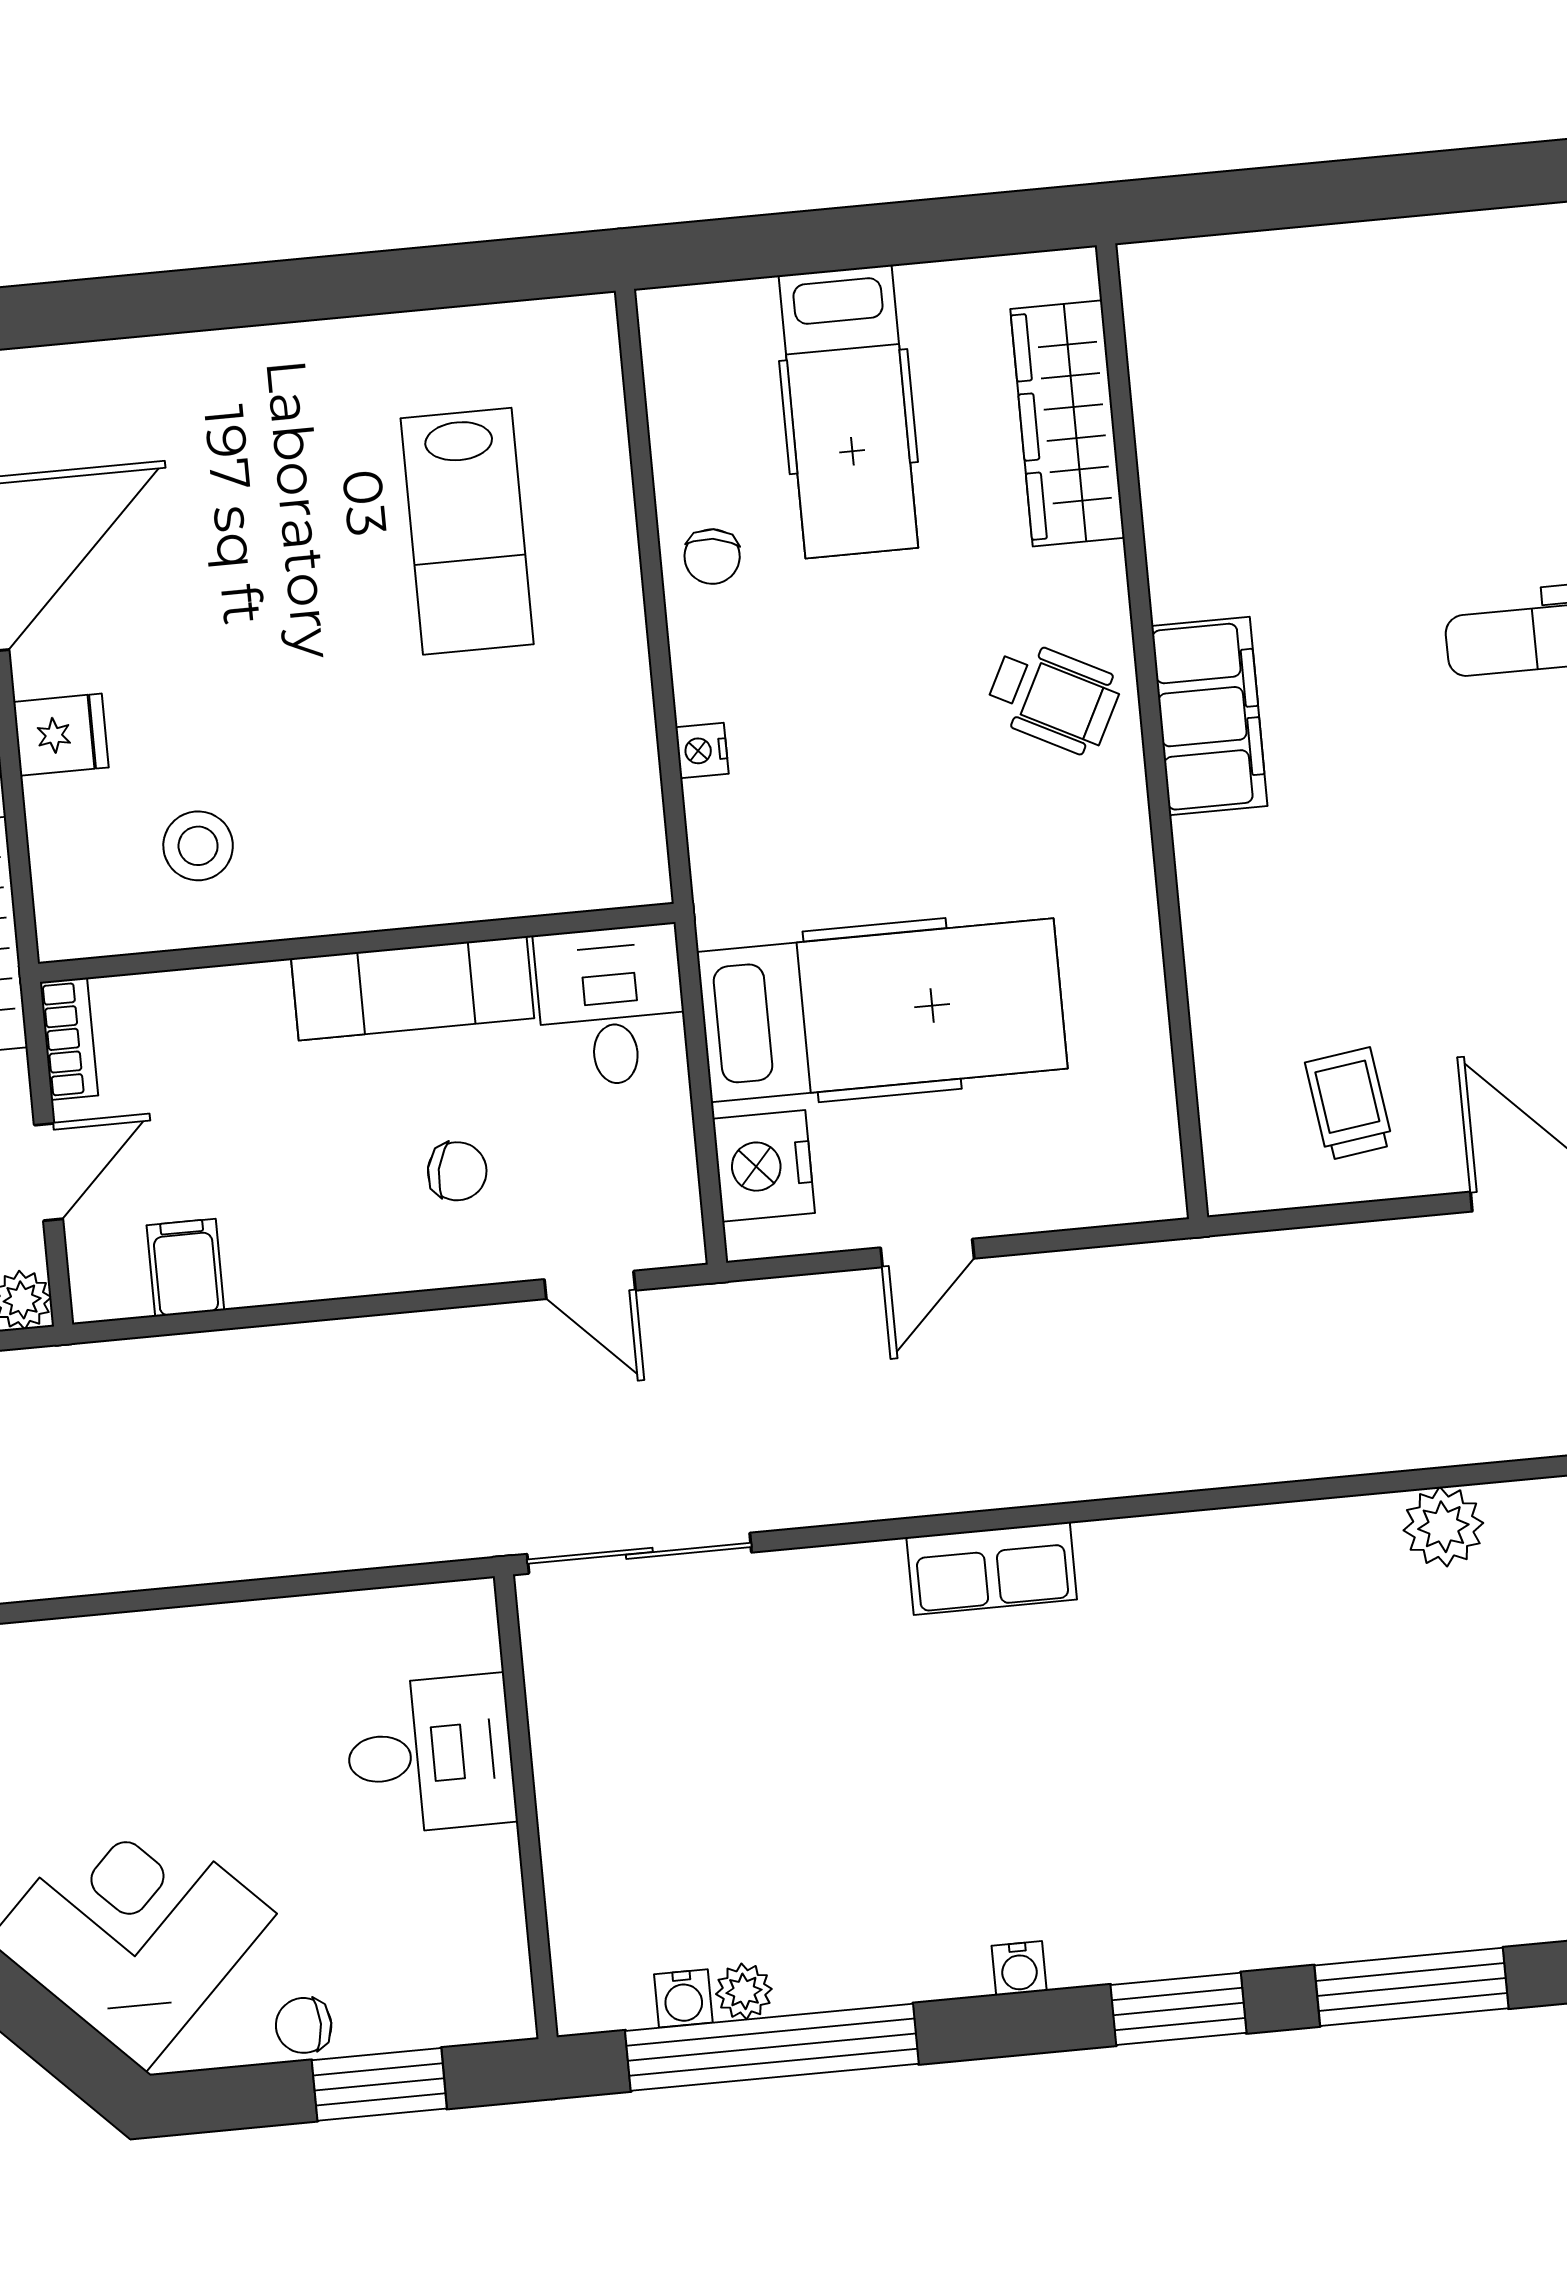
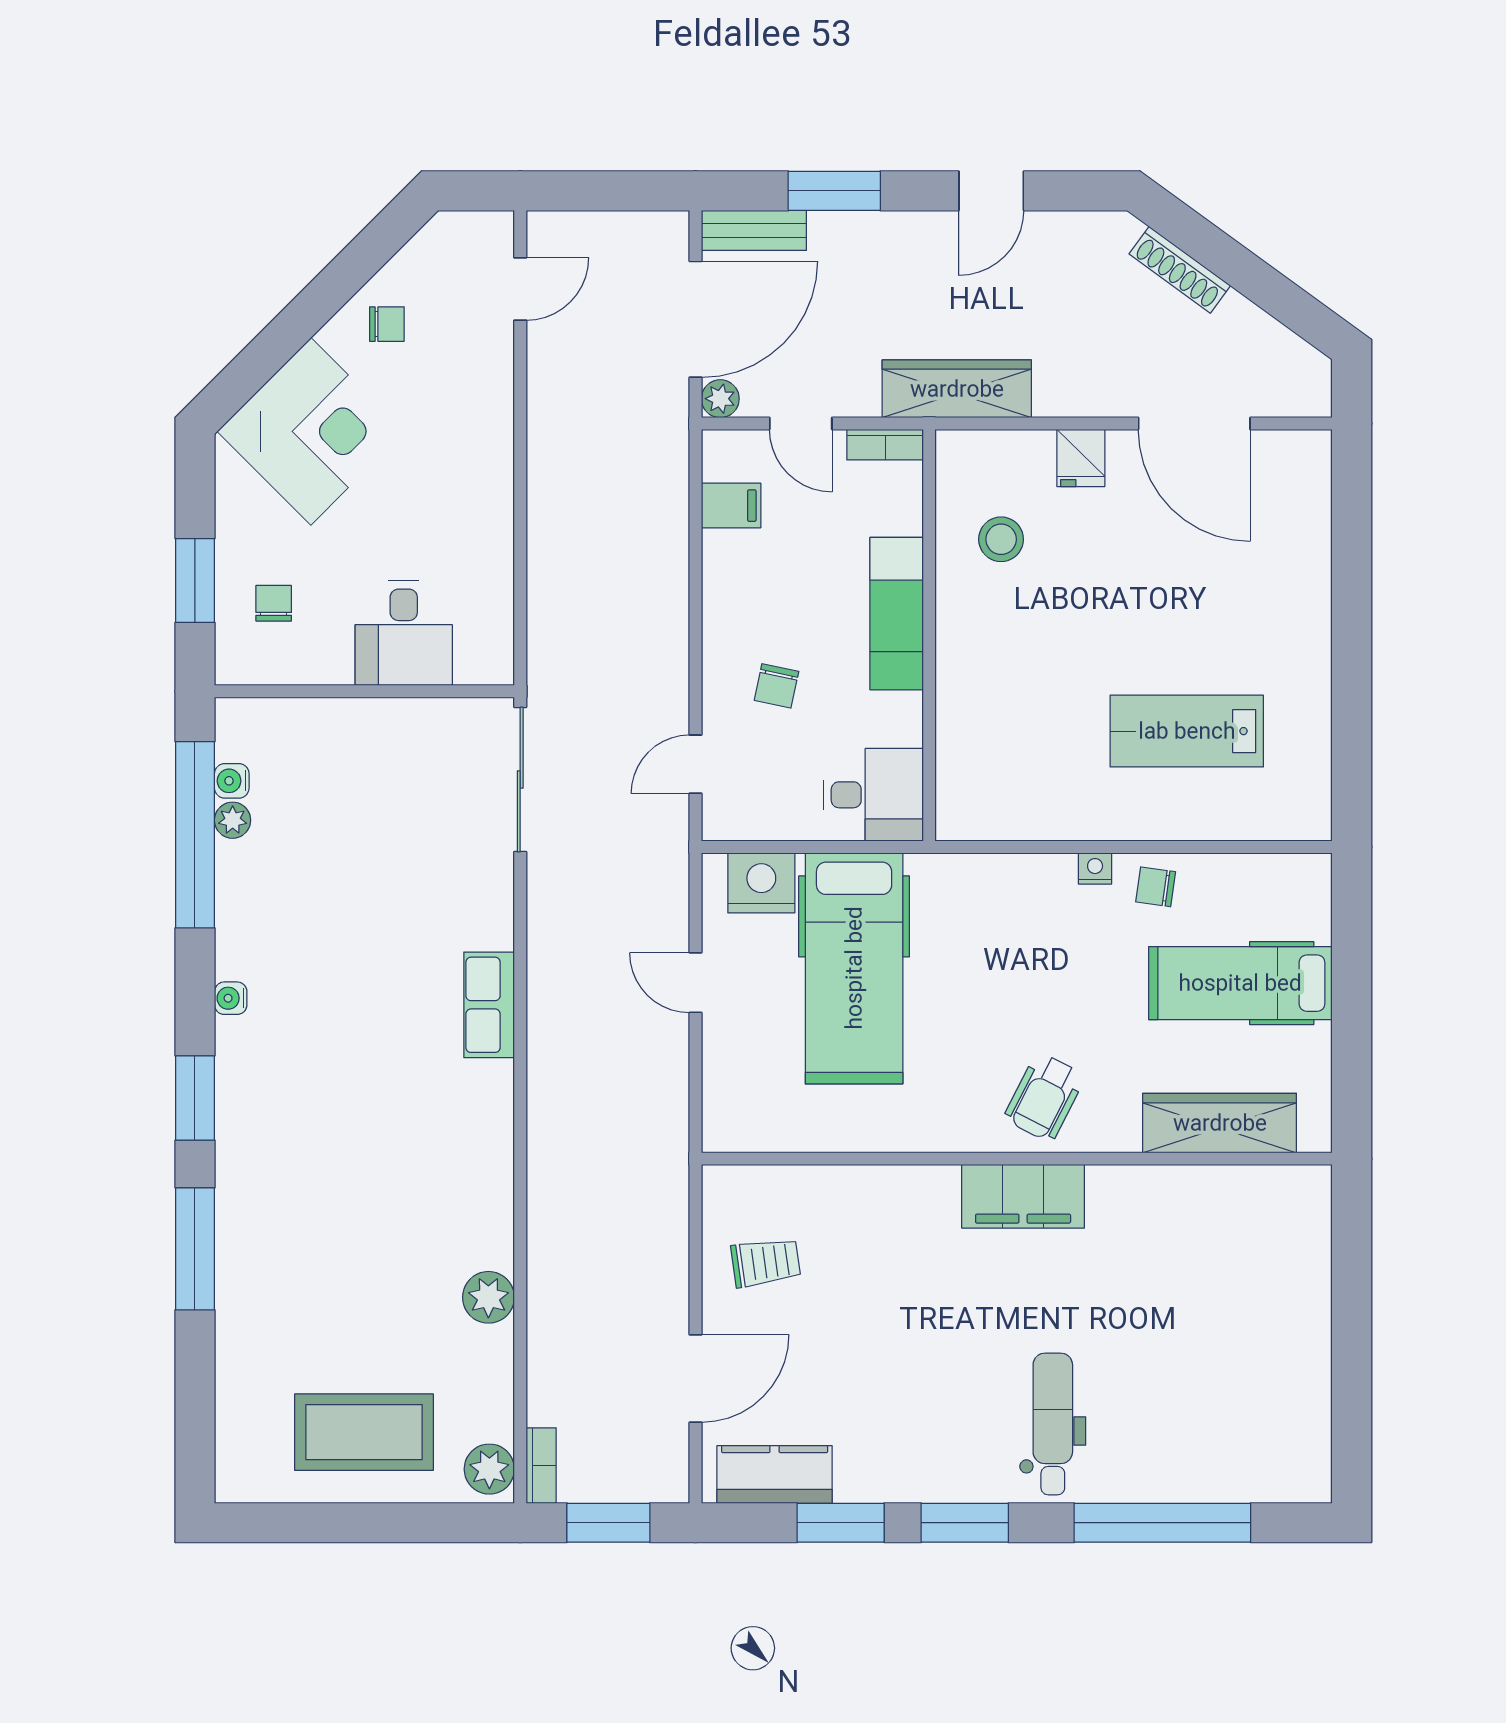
nightstand: (702, 751) -> (1095, 869), moved
exam couch: (413, 988) -> (897, 614), moved
chair: (304, 2025) -> (274, 603), moved

